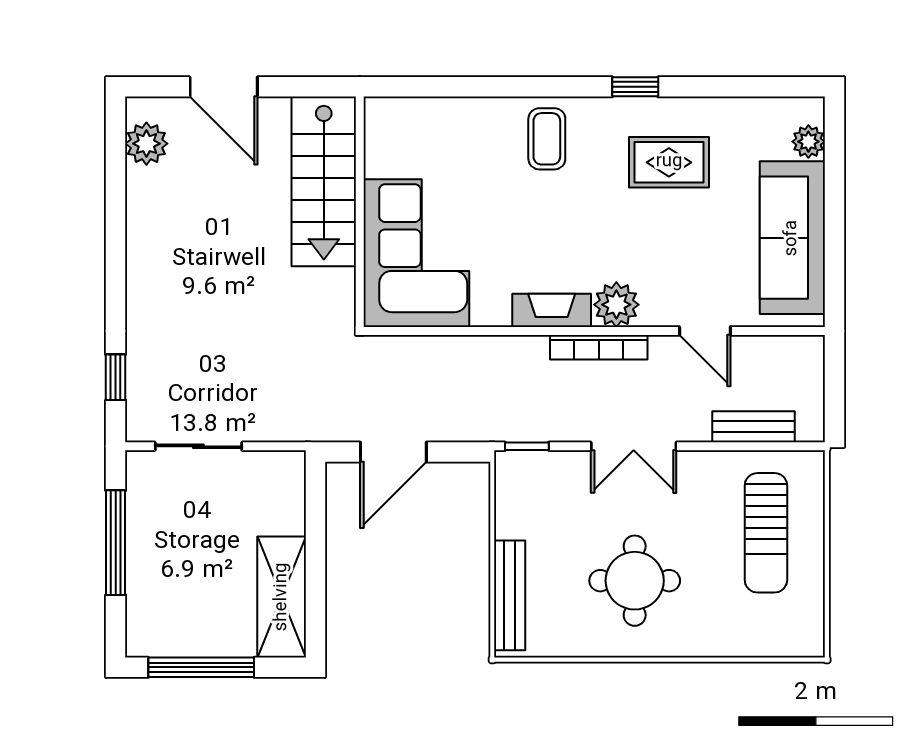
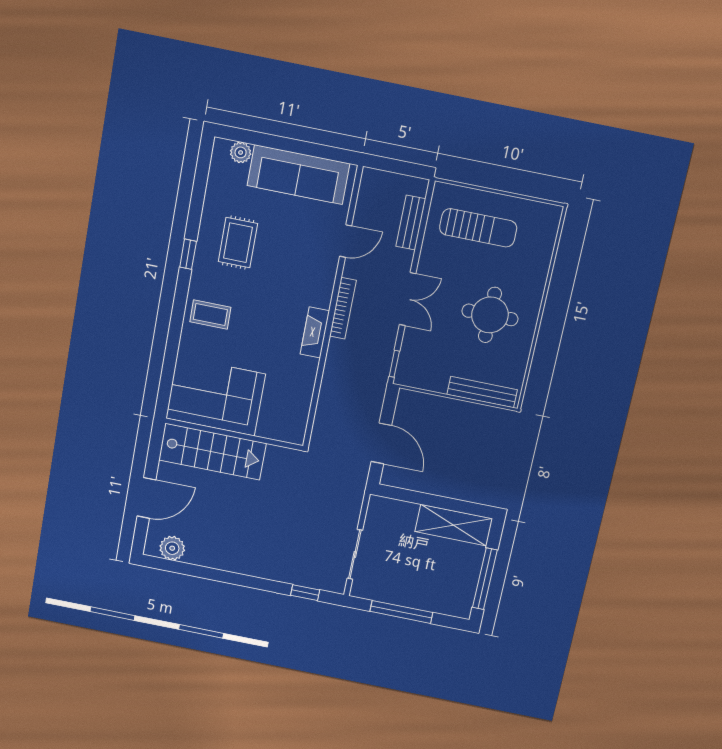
corner sofa: (416, 253) -> (216, 396), moved
plant: (616, 305) -> (319, 292), removed

